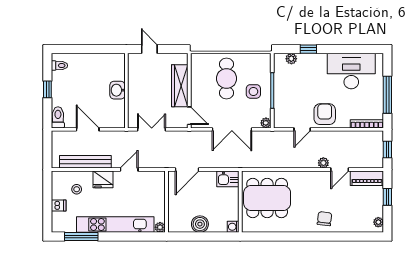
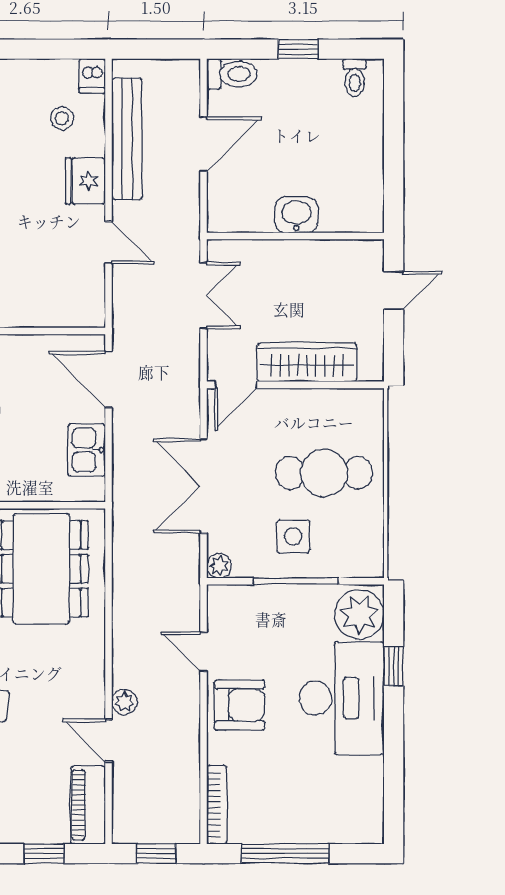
plant: (291, 59) -> (359, 614), width x1.87, depth x1.87
desk: (351, 71) -> (342, 698), moved
kitchen sink: (228, 179) -> (86, 450), moved
dishwasher: (59, 205) -> (92, 76), moved

